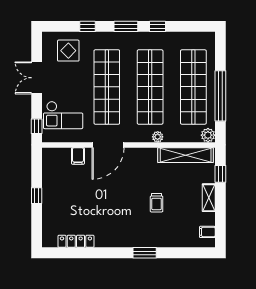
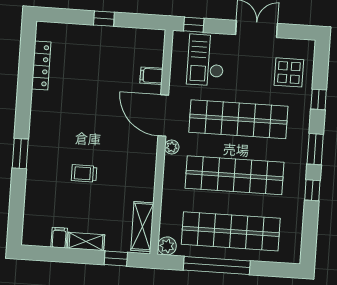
plant: (158, 137) -> (172, 147), moved
shelving: (186, 155) -> (142, 227), width x0.68
filing cabinet: (207, 232) -> (59, 238), moved

